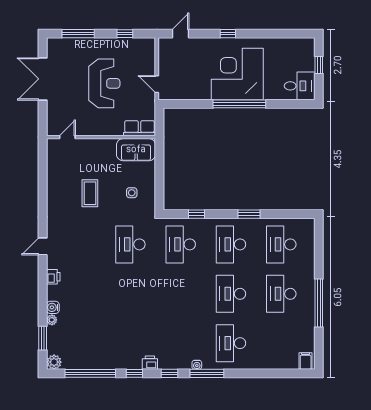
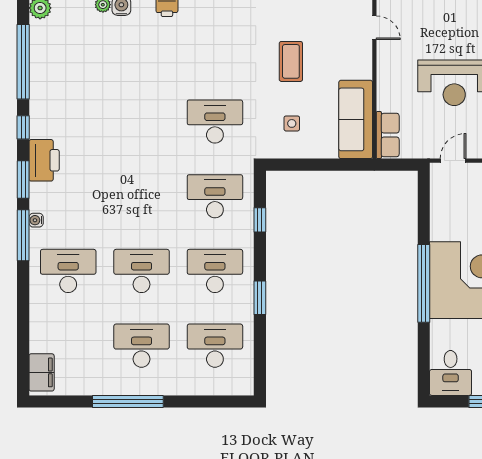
sofa: (136, 150) -> (356, 119), width x1.36
coffee table: (90, 193) -> (291, 61), turned 90
filing cabinet: (306, 361) -> (42, 372), width x2.00
printer: (150, 363) -> (44, 160), width x1.87, depth x1.48
window: (169, 373) -> (23, 180), width x1.50

